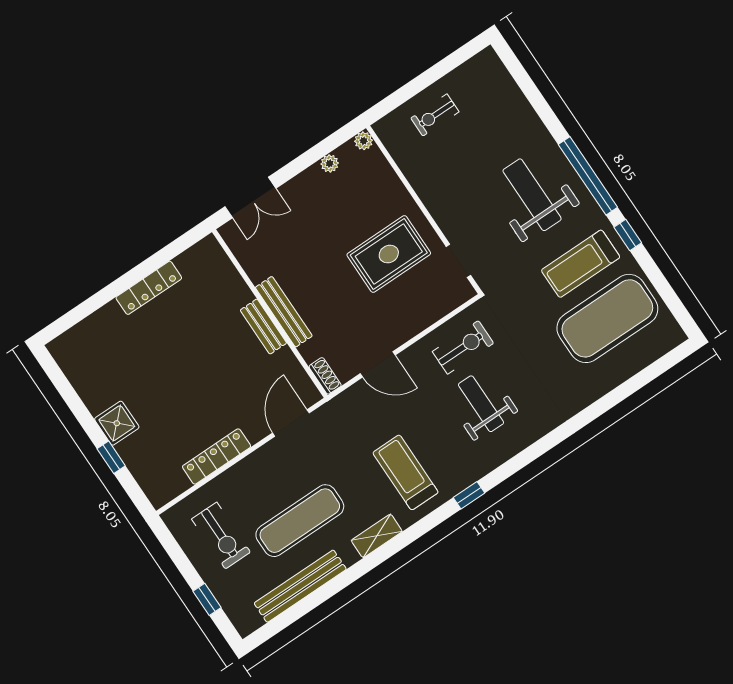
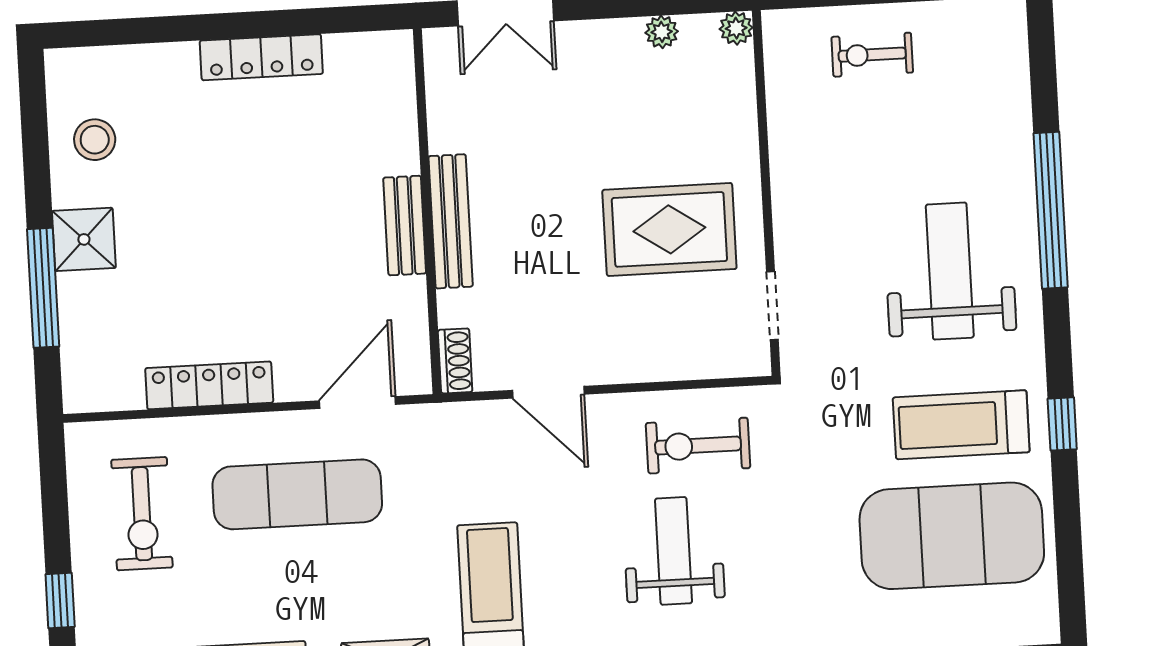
window: (588, 176) -> (1051, 210), moved
exercise bike: (463, 347) -> (698, 446), turned 180
stool: (94, 373) -> (95, 140), added
window: (111, 457) -> (43, 288), width x2.17
exercise mat: (300, 521) -> (297, 494), moved

